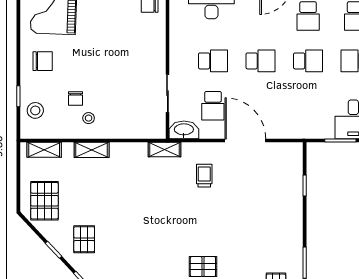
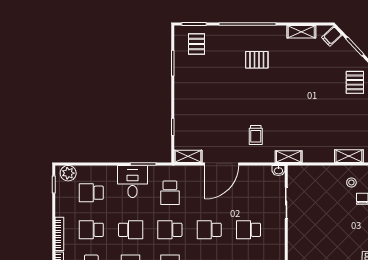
school desk: (213, 106) -> (170, 193), moved, turned 180
washbasin: (184, 130) -> (278, 171), width x0.52, depth x0.69
door: (245, 141) -> (222, 164), hinge flipped
shelving: (286, 150) -> (188, 156), added

